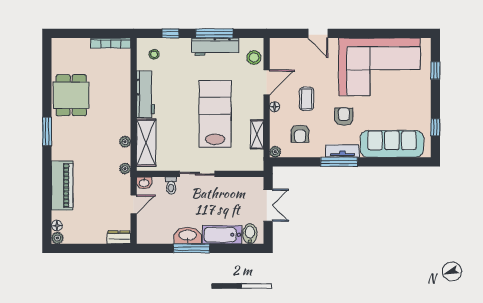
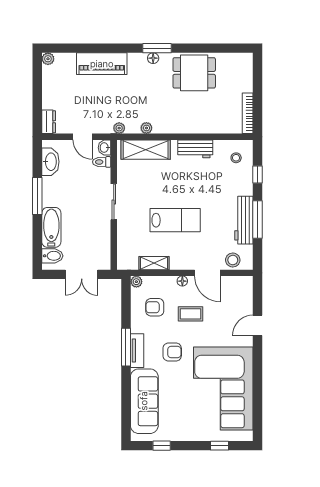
workbench: (145, 94) -> (195, 149), width x0.73
lab bench: (215, 114) -> (175, 220), width x0.73, depth x0.72
toilet: (171, 186) -> (102, 162), moved
floor lamp: (57, 226) -> (153, 58), moved
washbasin: (188, 236) -> (50, 162), moved

